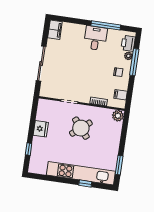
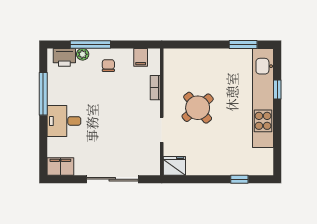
desk: (95, 38) -> (64, 121), moved
plant: (118, 116) -> (172, 57), removed
fridge: (41, 129) -> (174, 166), moved

